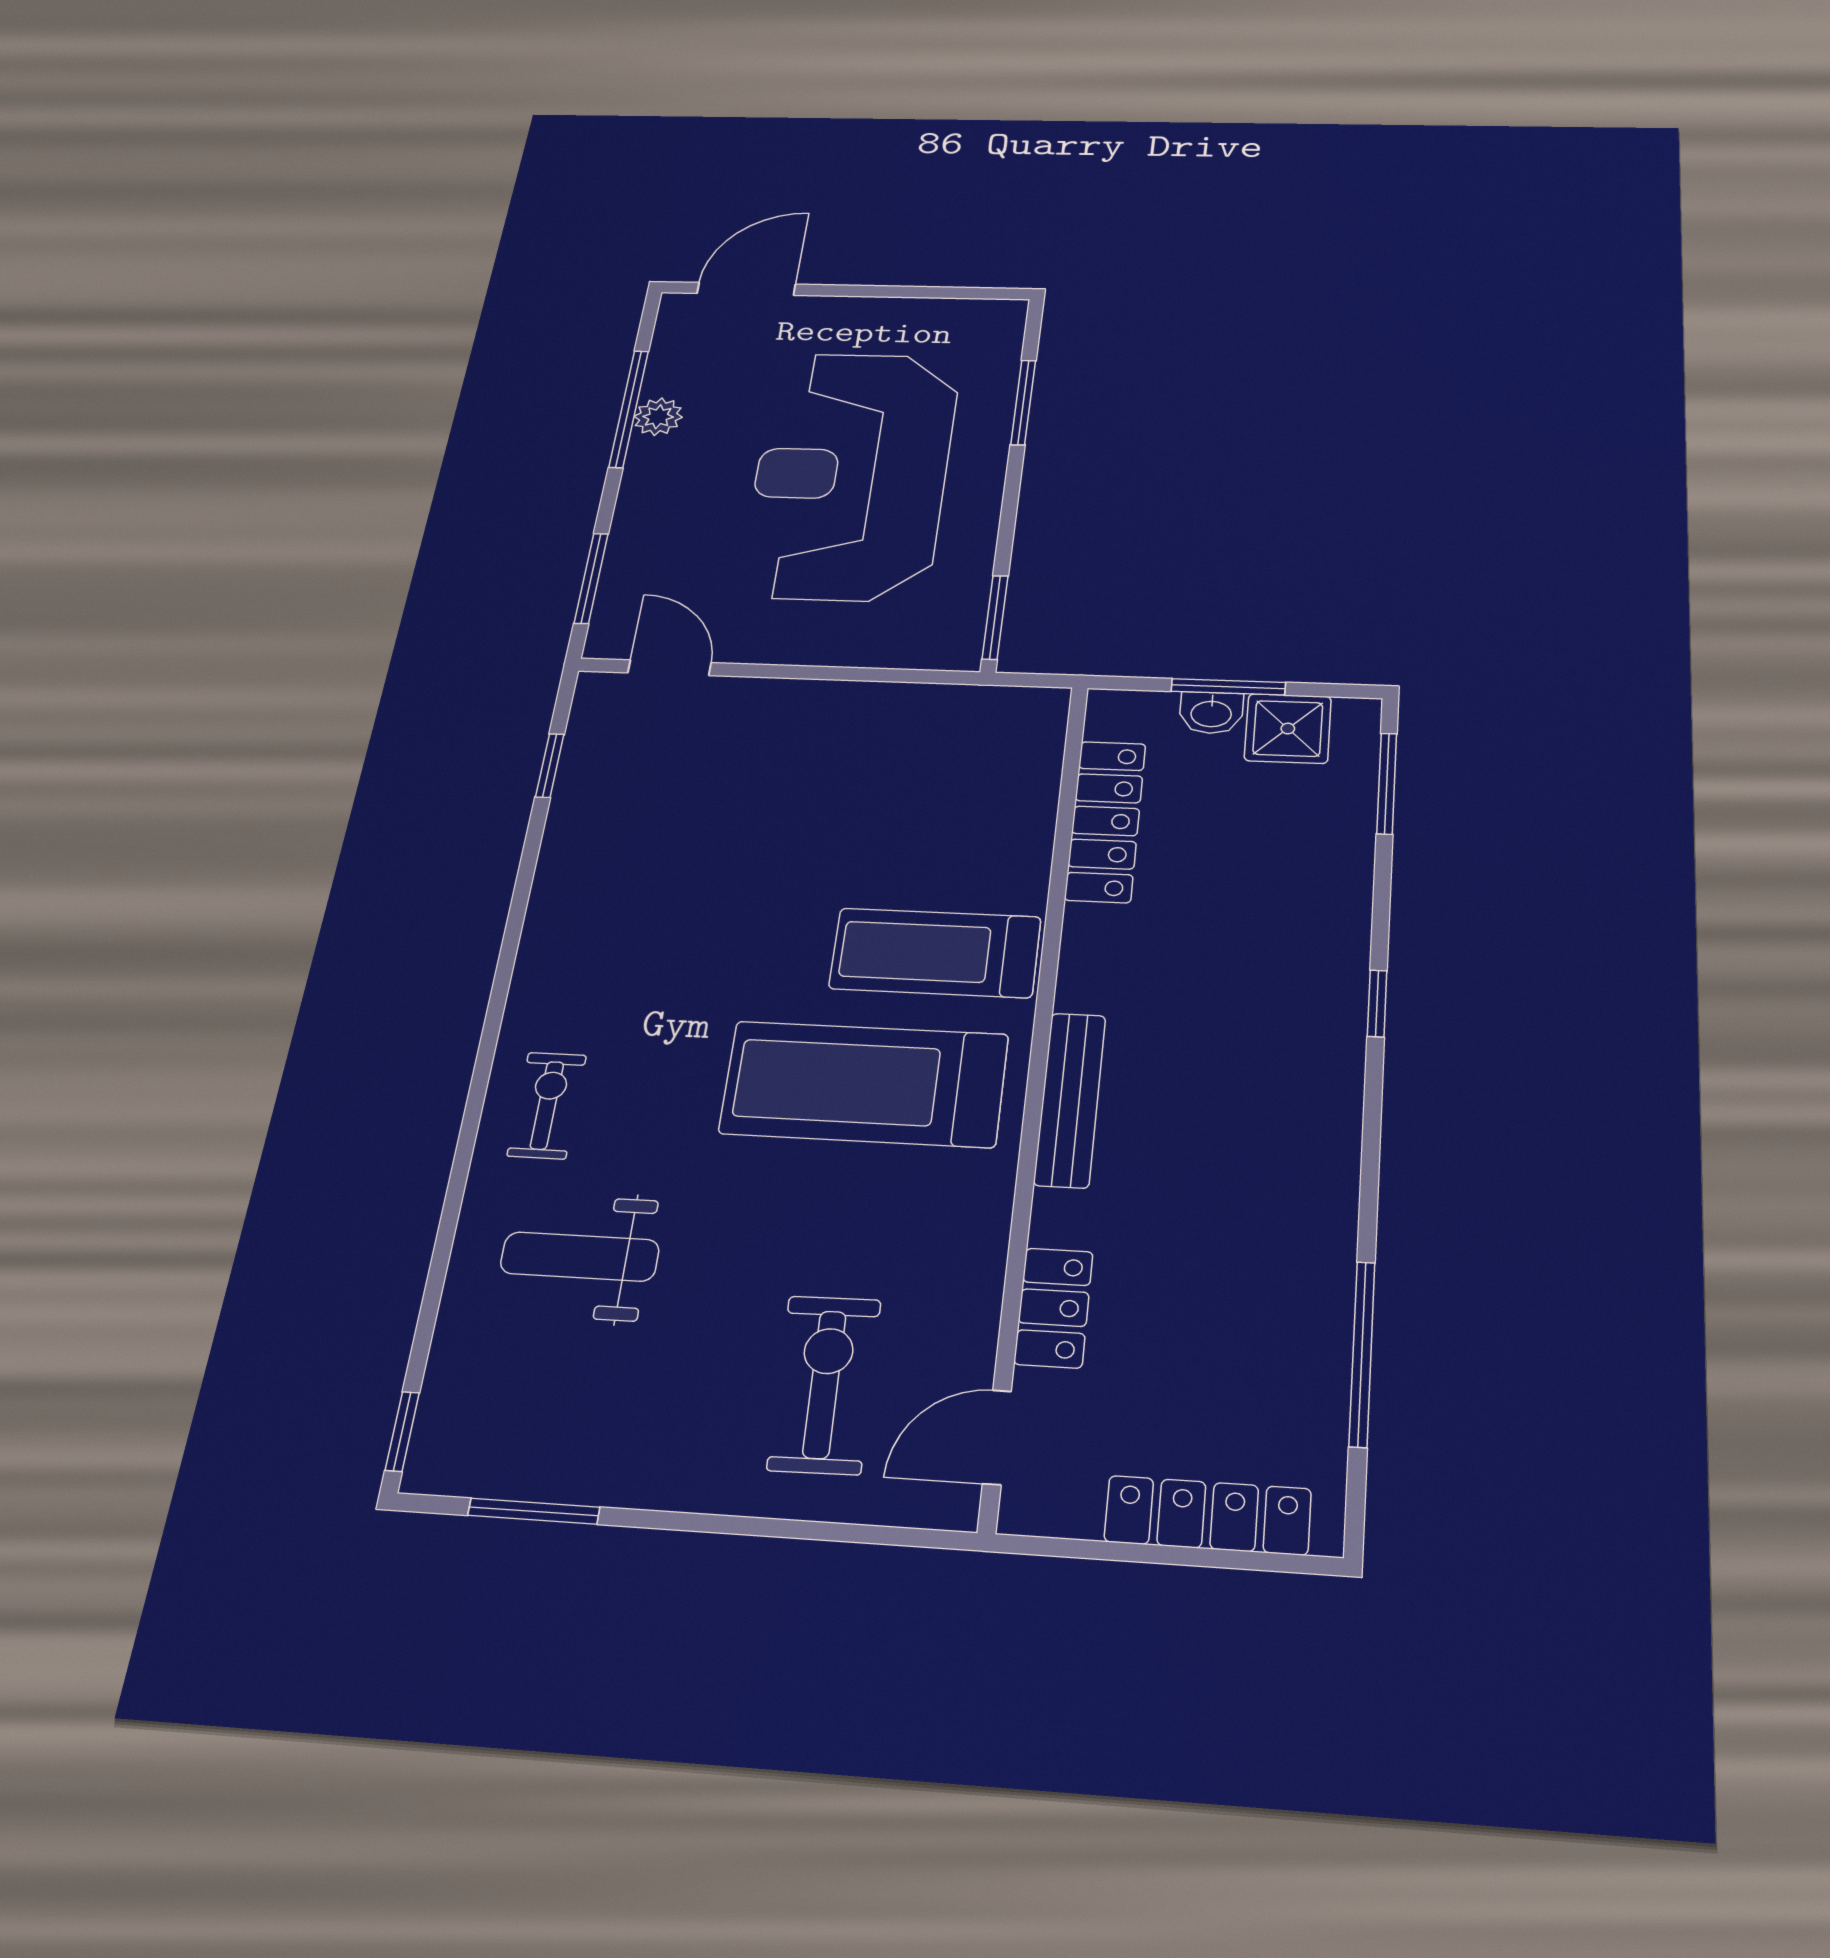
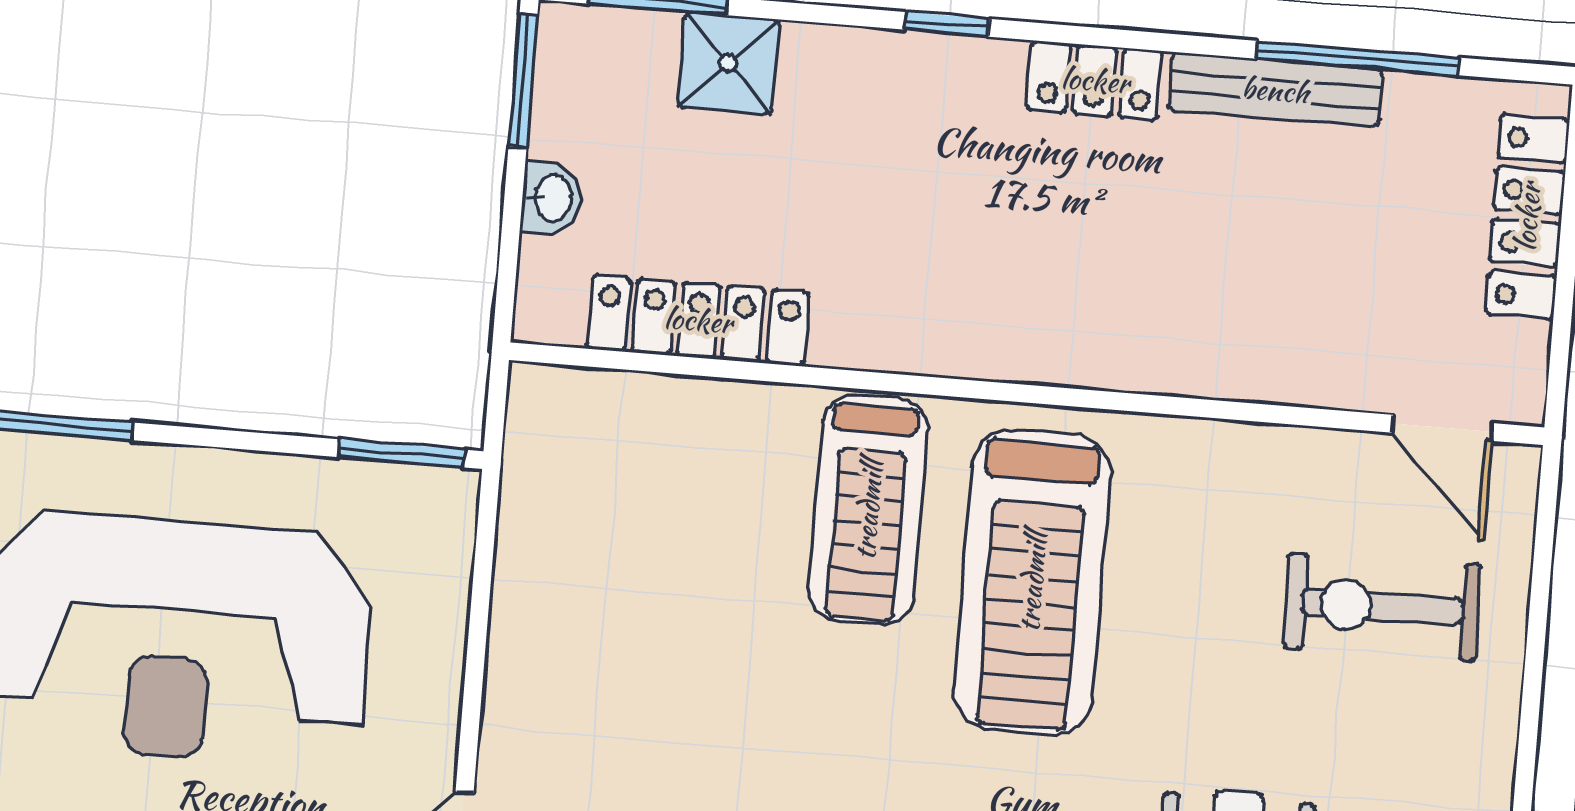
window: (1228, 687) -> (523, 81), moved
shower: (1288, 729) -> (728, 63), moved
bench: (1070, 1100) -> (1275, 90), moved
locker: (1054, 1308) -> (1095, 80), moved, turned 180

